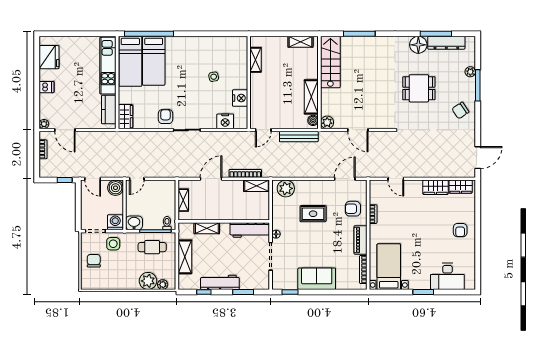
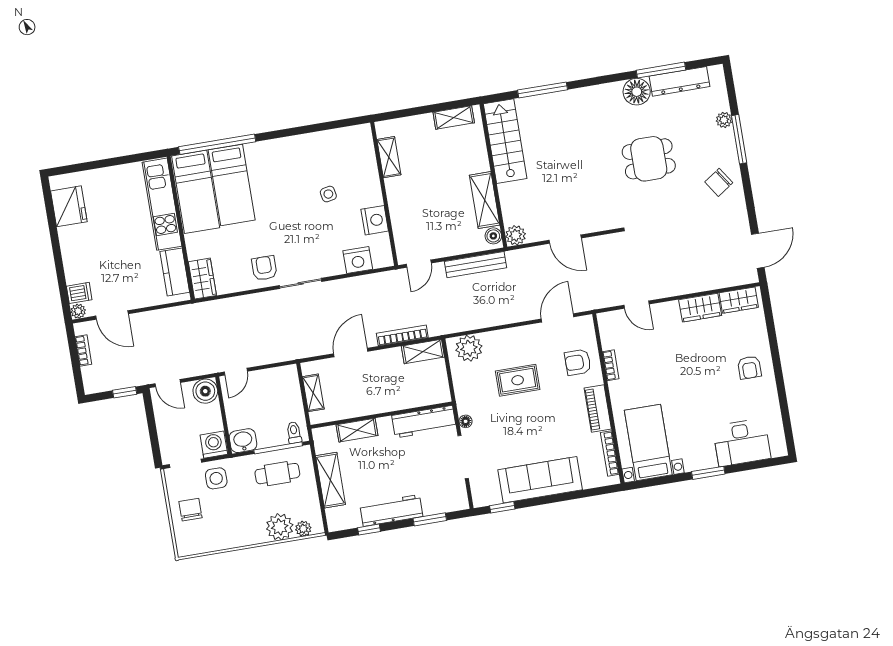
dishwasher: (47, 87) -> (79, 293), moved
sofa: (317, 279) -> (540, 480), width x1.36

